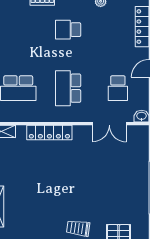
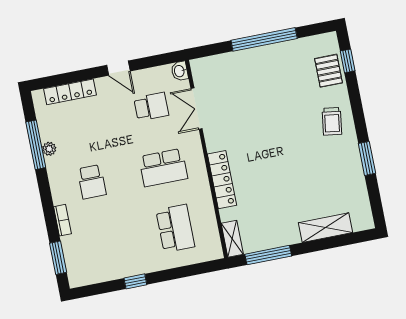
double door: (109, 124) -> (197, 109), swing flipped

